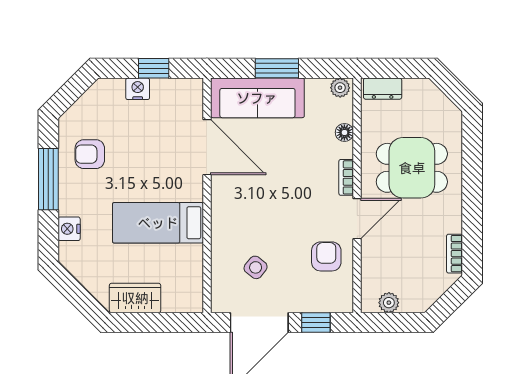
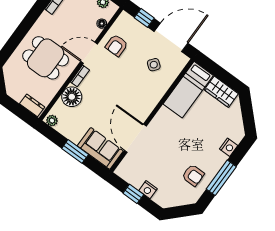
sofa: (257, 98) -> (100, 148), width x0.73
floor lamp: (344, 132) -> (72, 97), width x1.89, depth x1.89
bed: (158, 223) -> (188, 90), moved, turned 90
floor lamp: (369, 272) -> (102, 24), added

